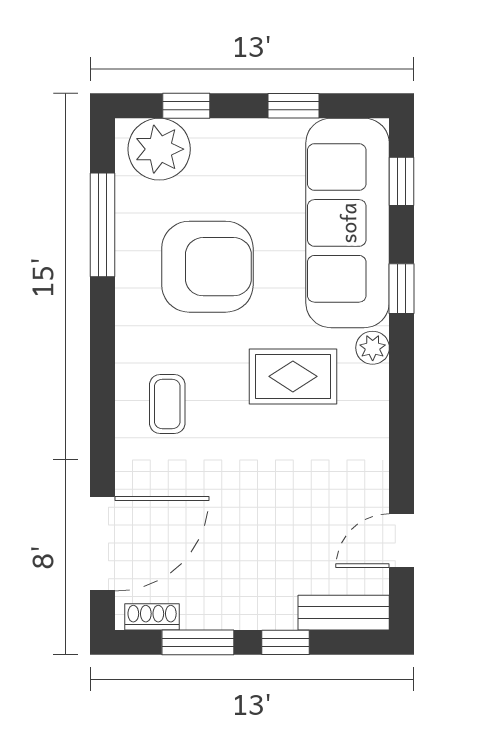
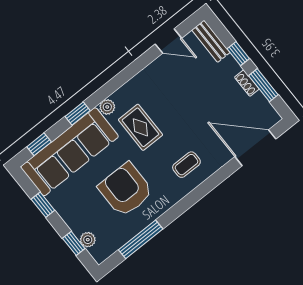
plant: (159, 149) -> (88, 240), width x0.53, depth x0.53
shoe rack: (152, 617) -> (247, 83), moved

